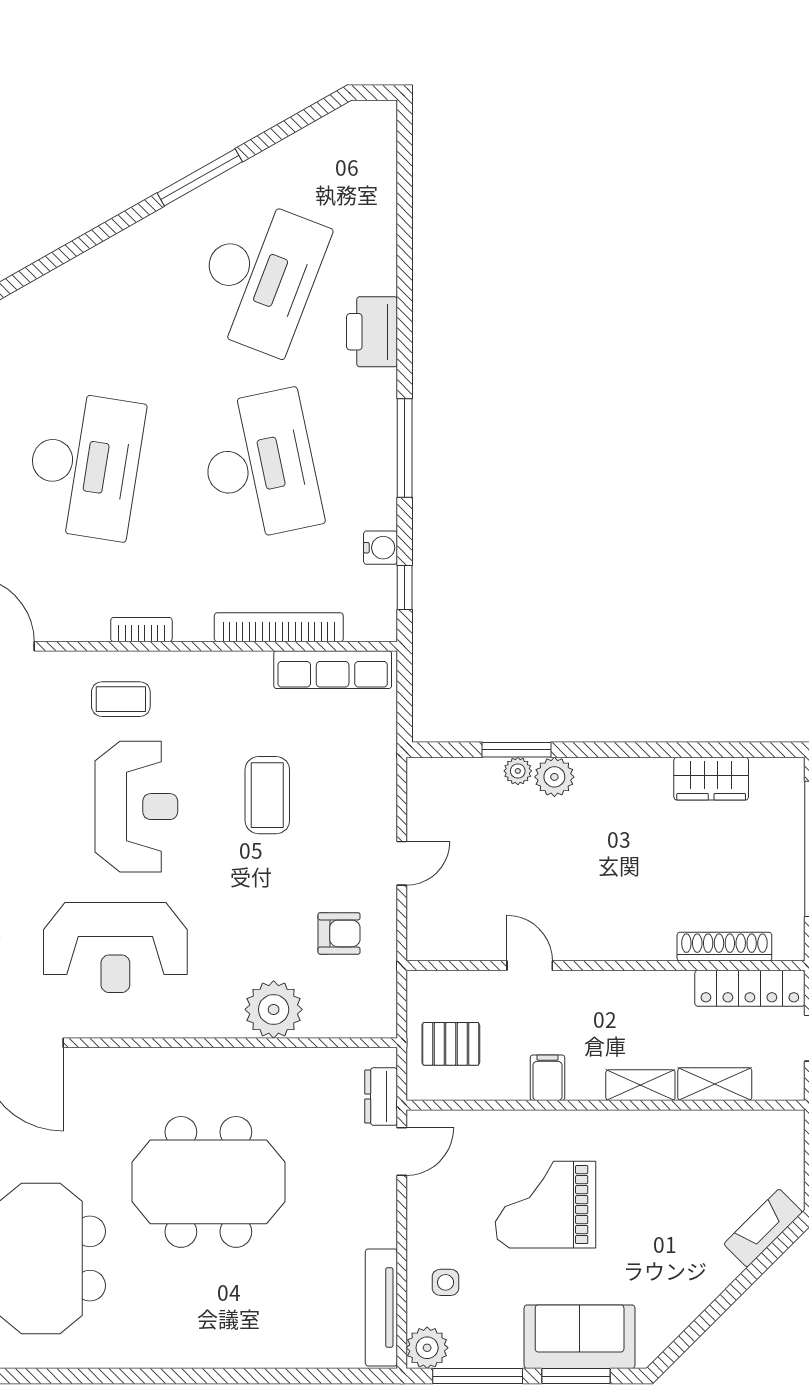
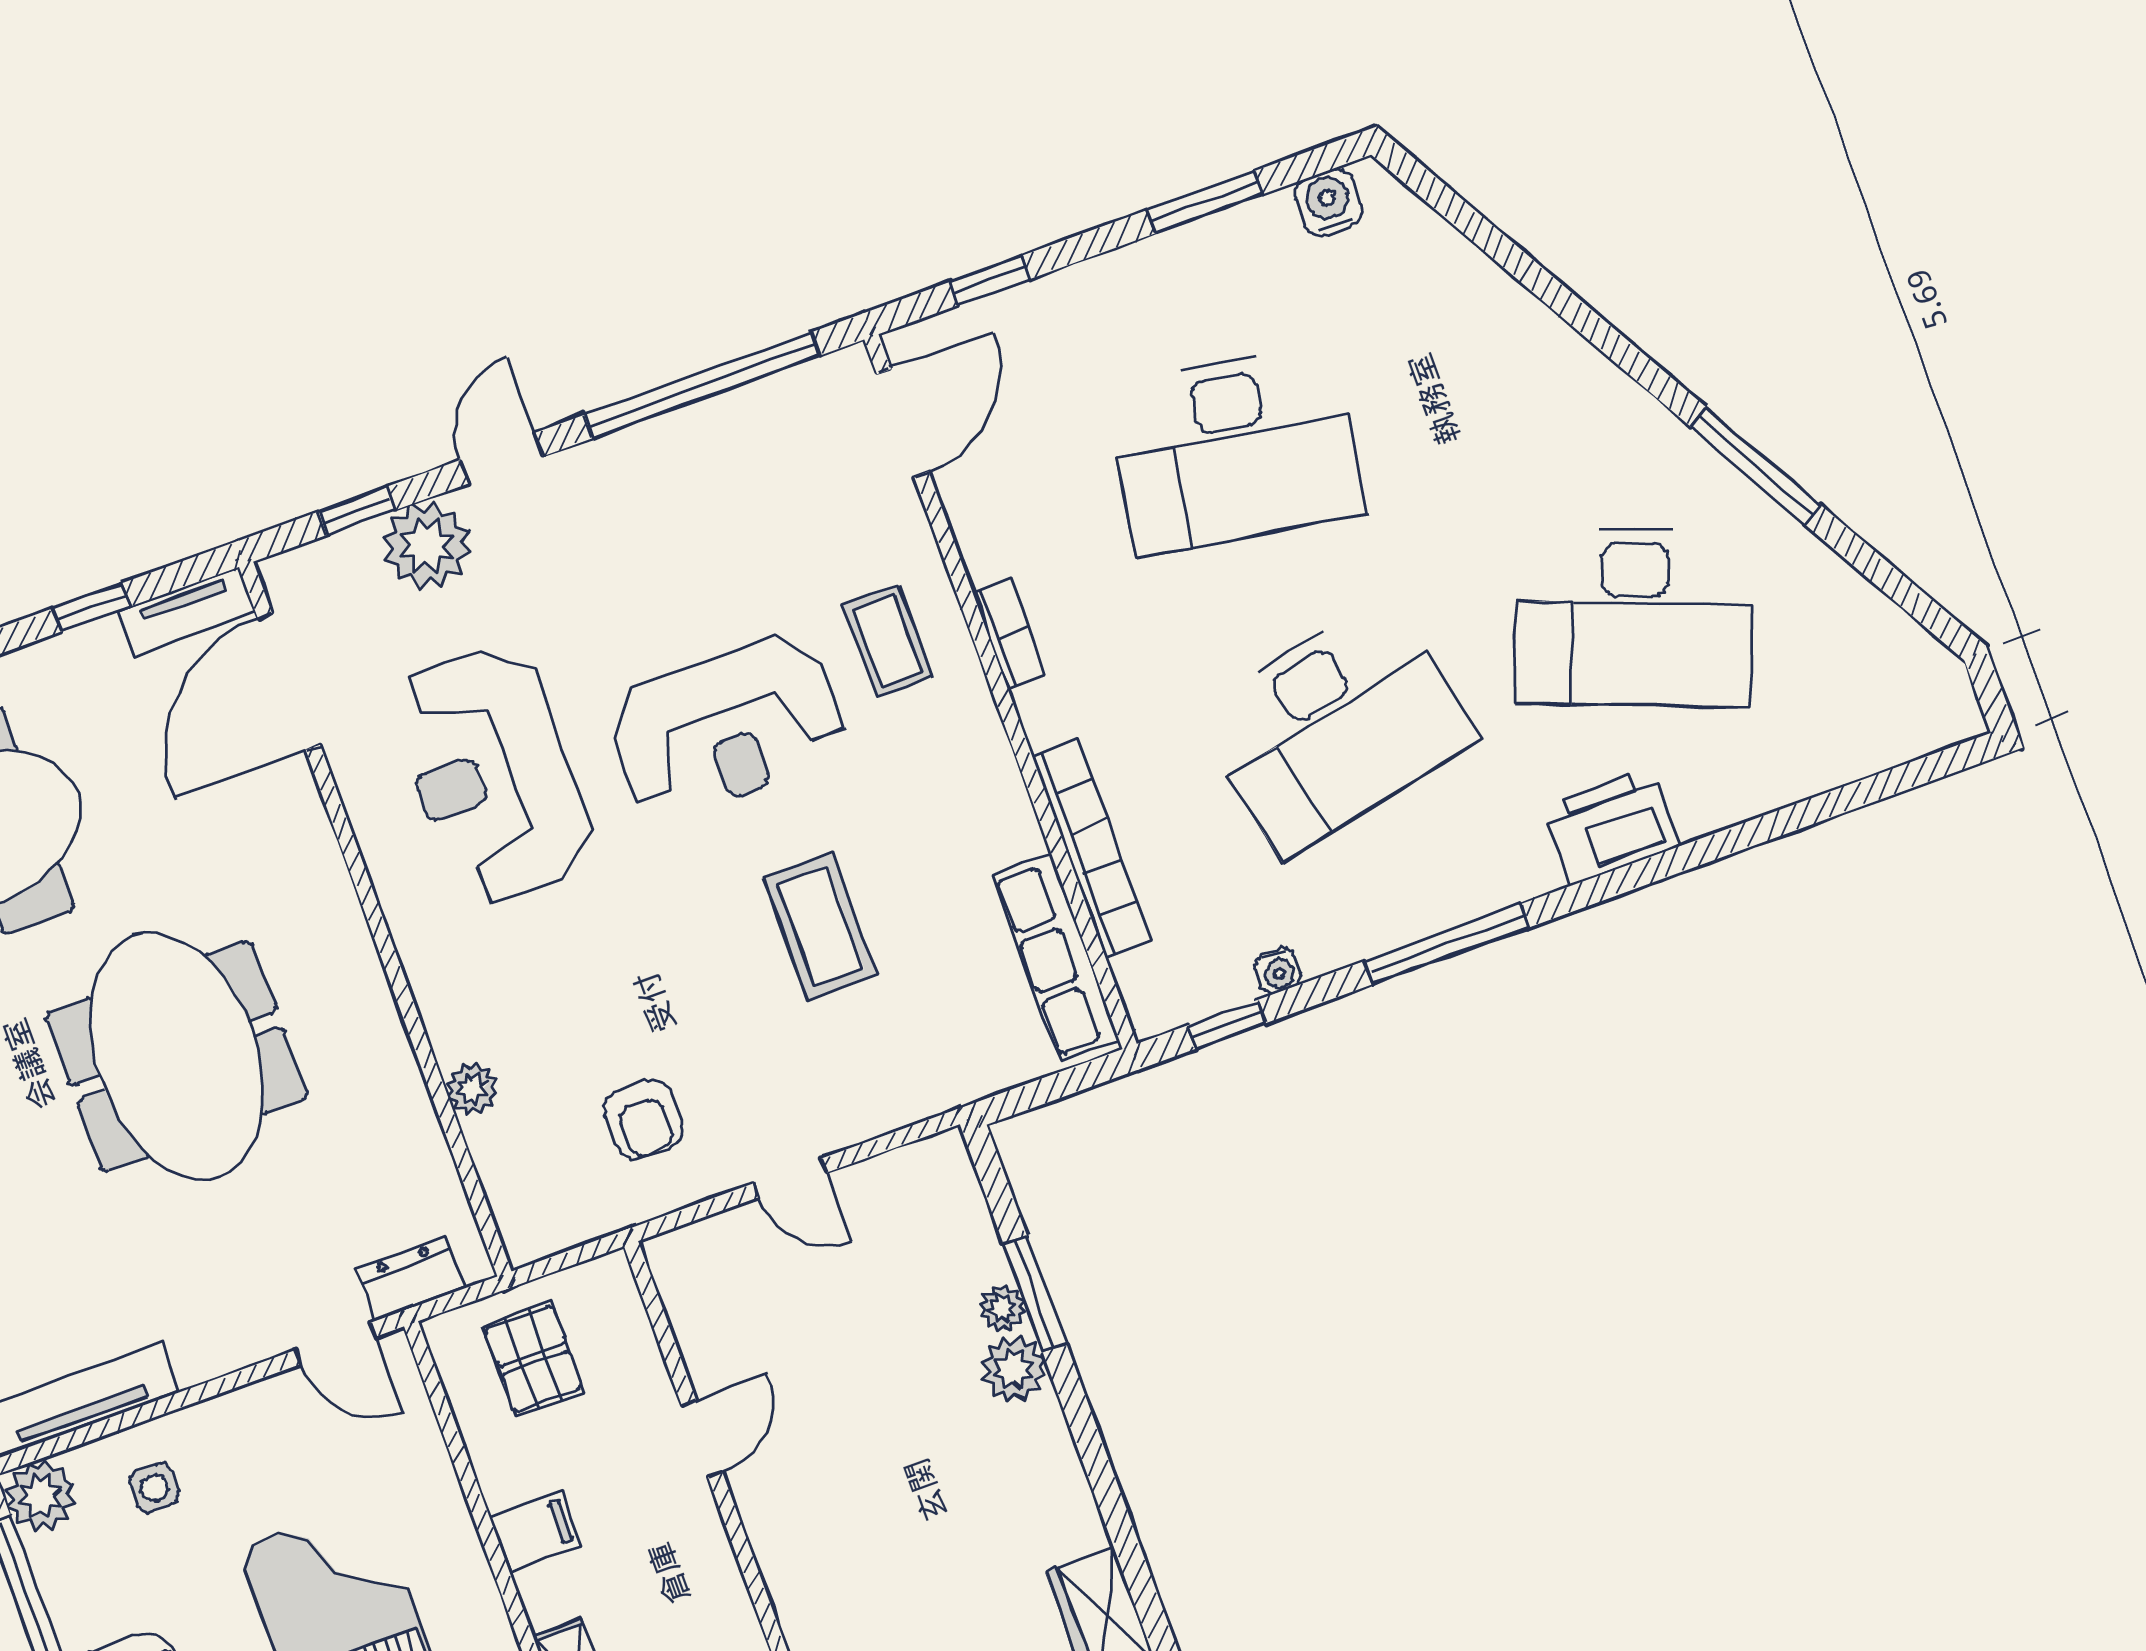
water cooler: (380, 548) -> (1278, 971), width x0.72, depth x0.72
coffee table: (267, 795) -> (820, 927), turned 90
plant: (274, 1009) -> (472, 1089), width x0.53, depth x0.53

